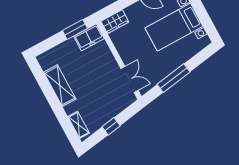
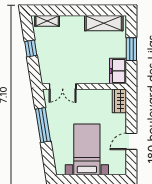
window: (75, 29) -> (131, 49), moved
shelving: (60, 86) -> (104, 23), moved

